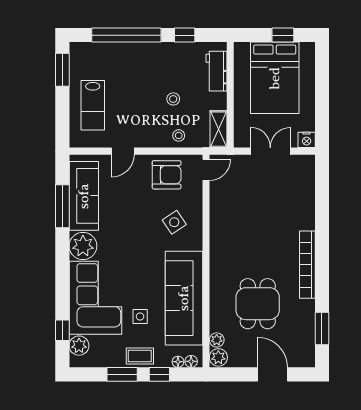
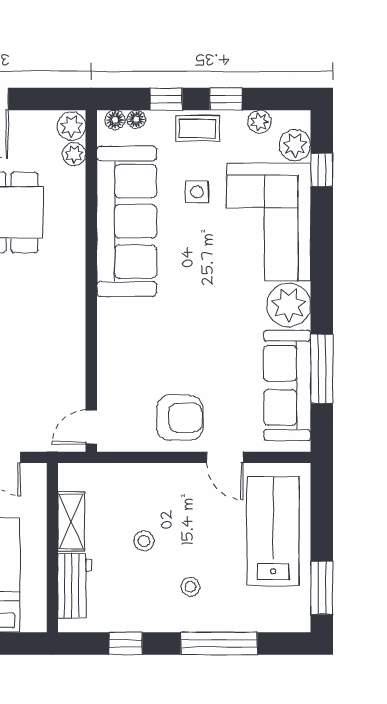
window: (126, 35) -> (219, 643), width x0.68
lab bench: (93, 105) -> (273, 531), width x1.36, depth x1.39
shelving: (218, 129) -> (71, 522), moved
stool: (179, 135) -> (190, 587), moved
door: (123, 151) -> (225, 457), swing flipped
armchair: (167, 175) -> (180, 418), moved, turned 180
side table: (174, 222) -> (142, 343), removed
plant: (101, 360) -> (259, 122), added
window: (122, 374) -> (226, 99), width x0.67

